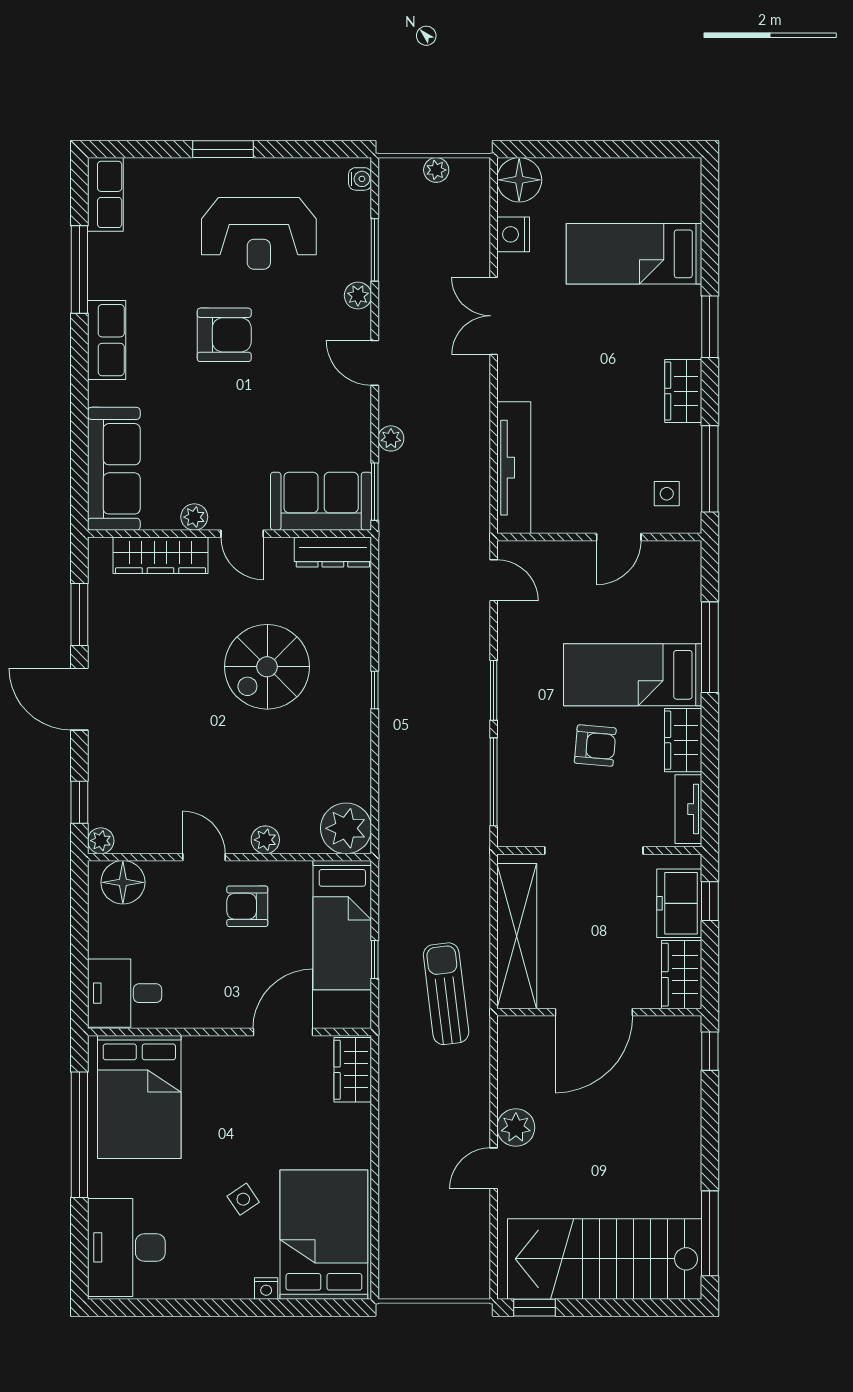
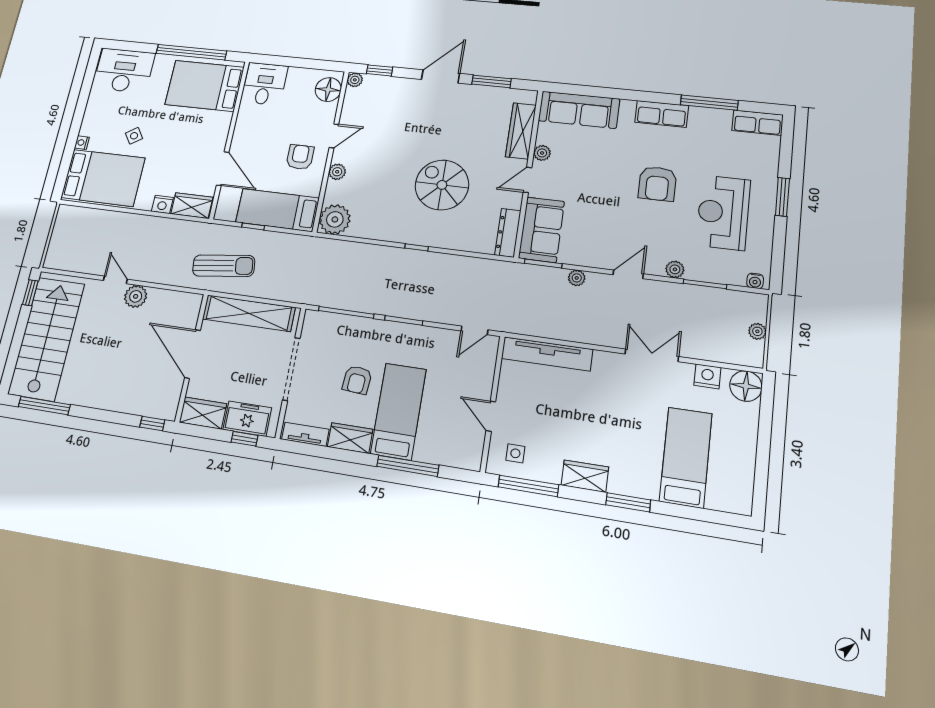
nightstand: (357, 1120) -> (162, 204), added

